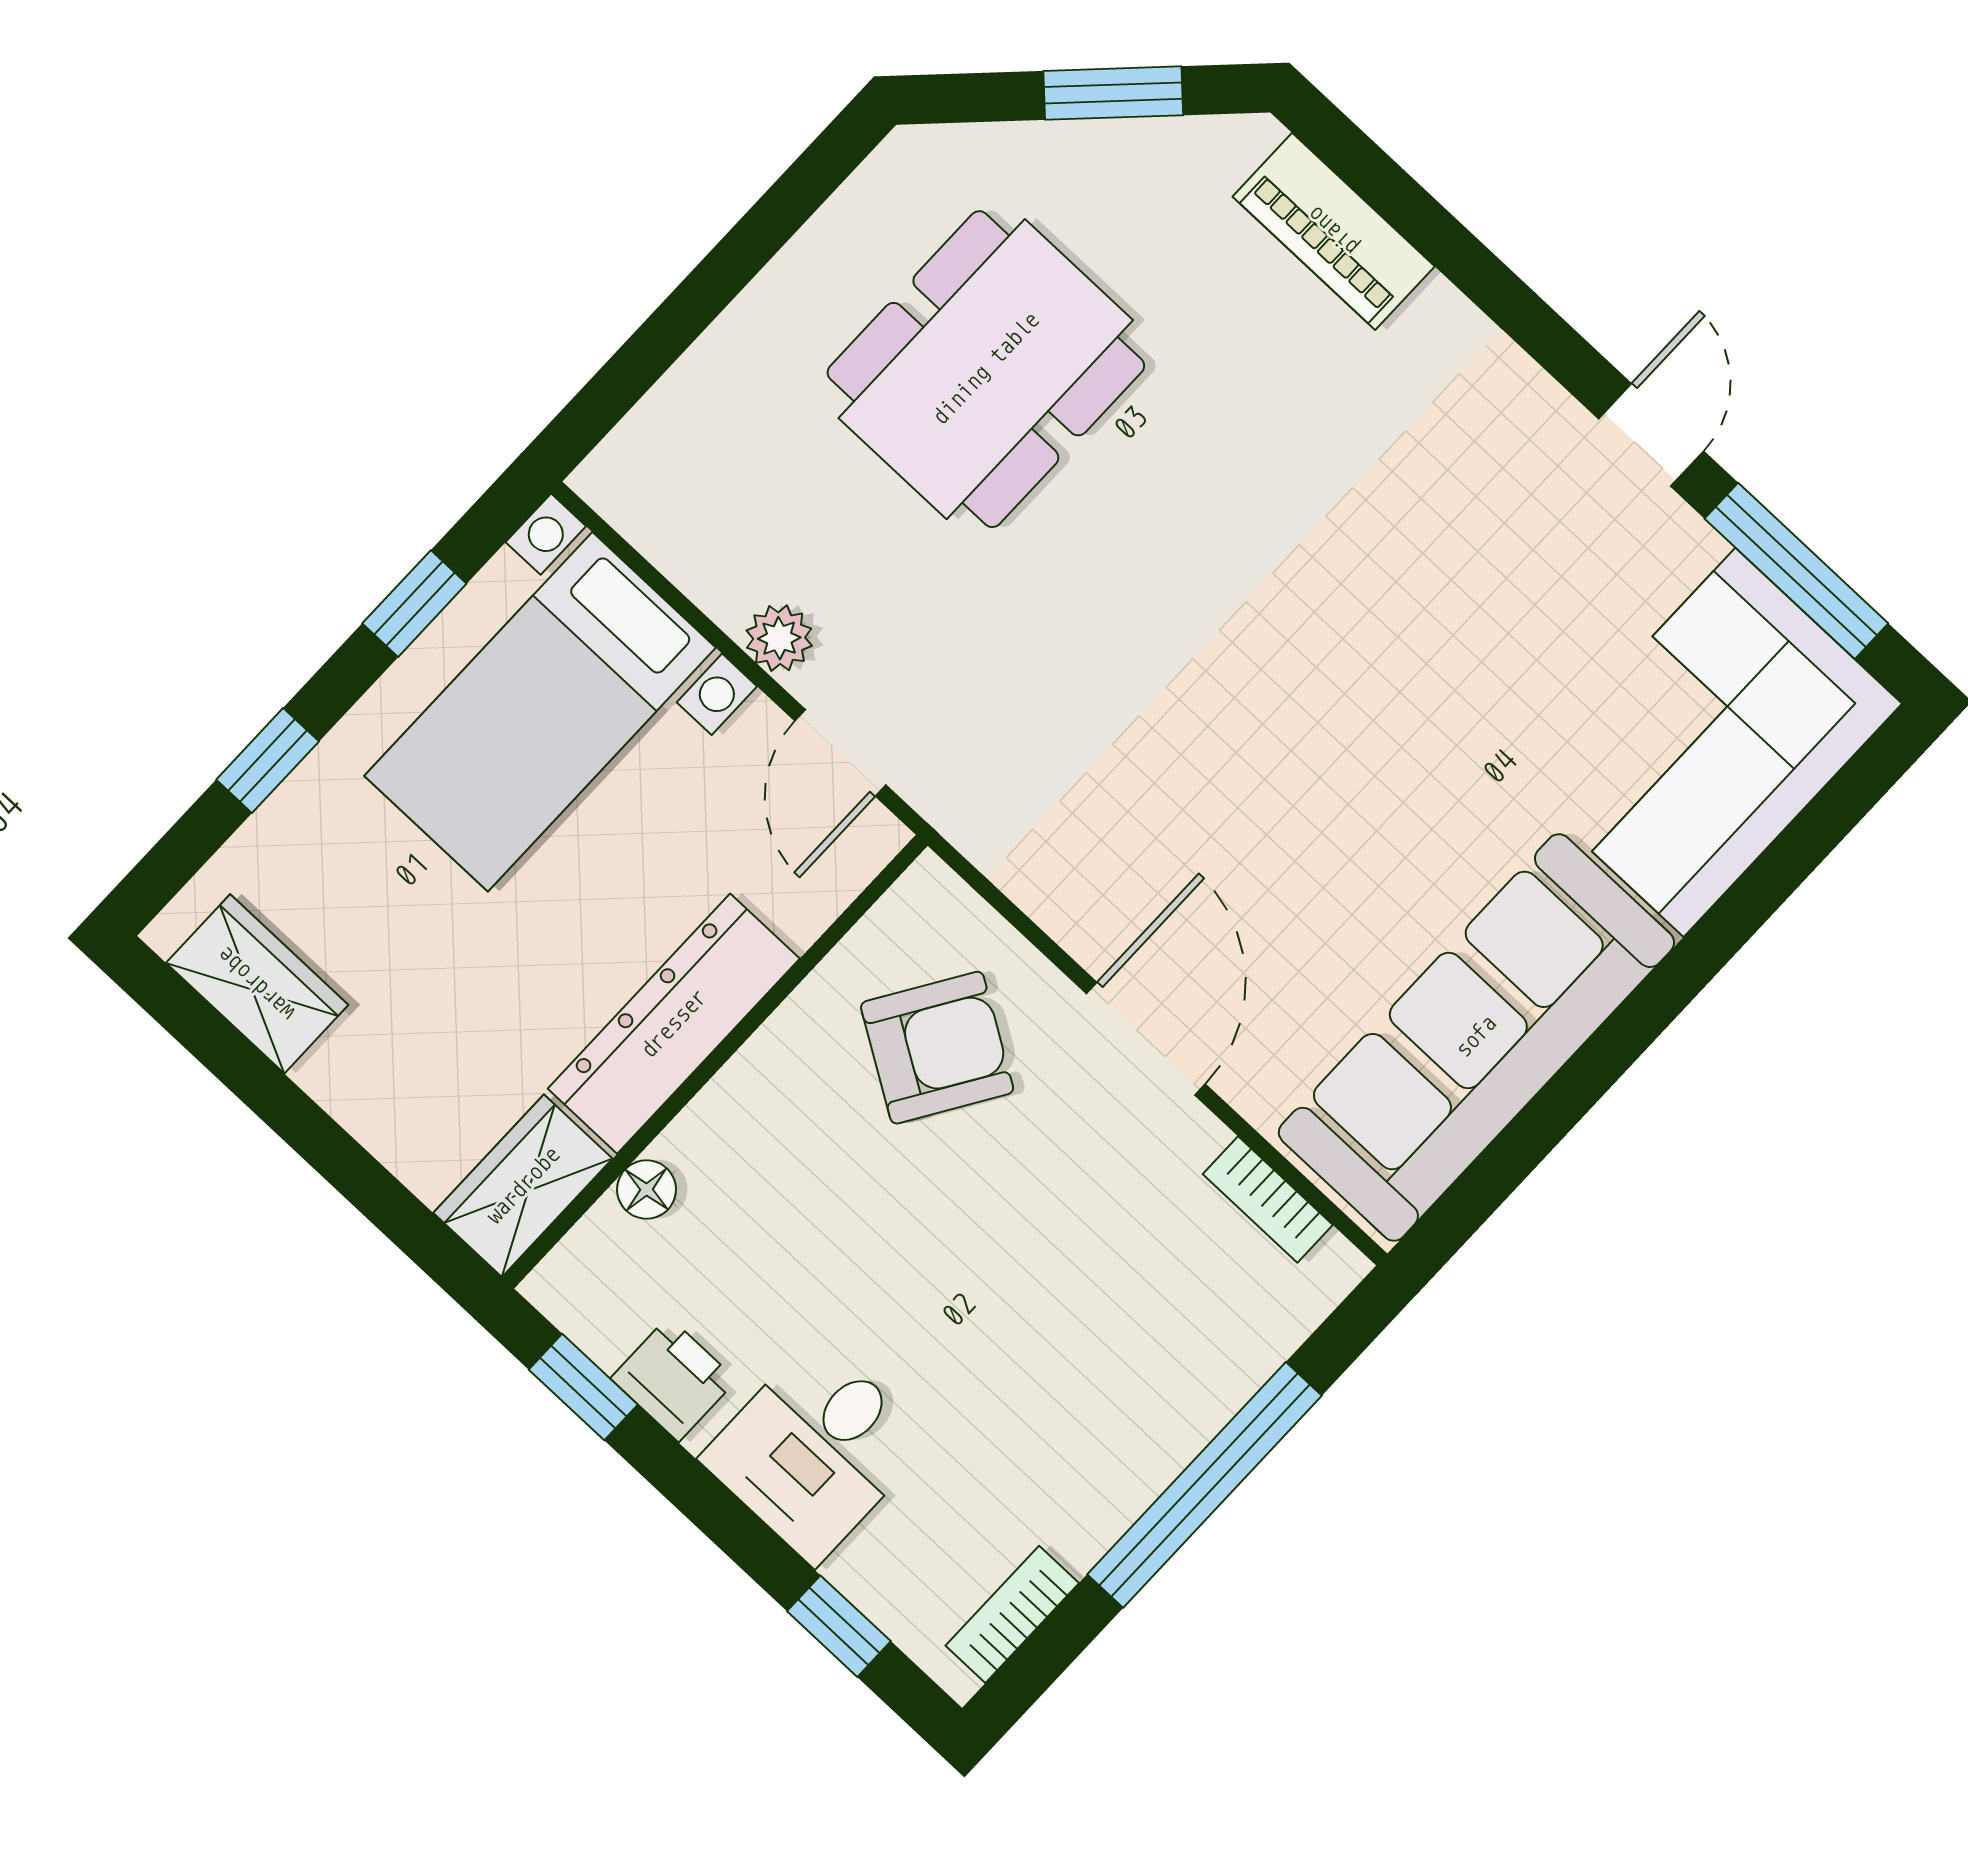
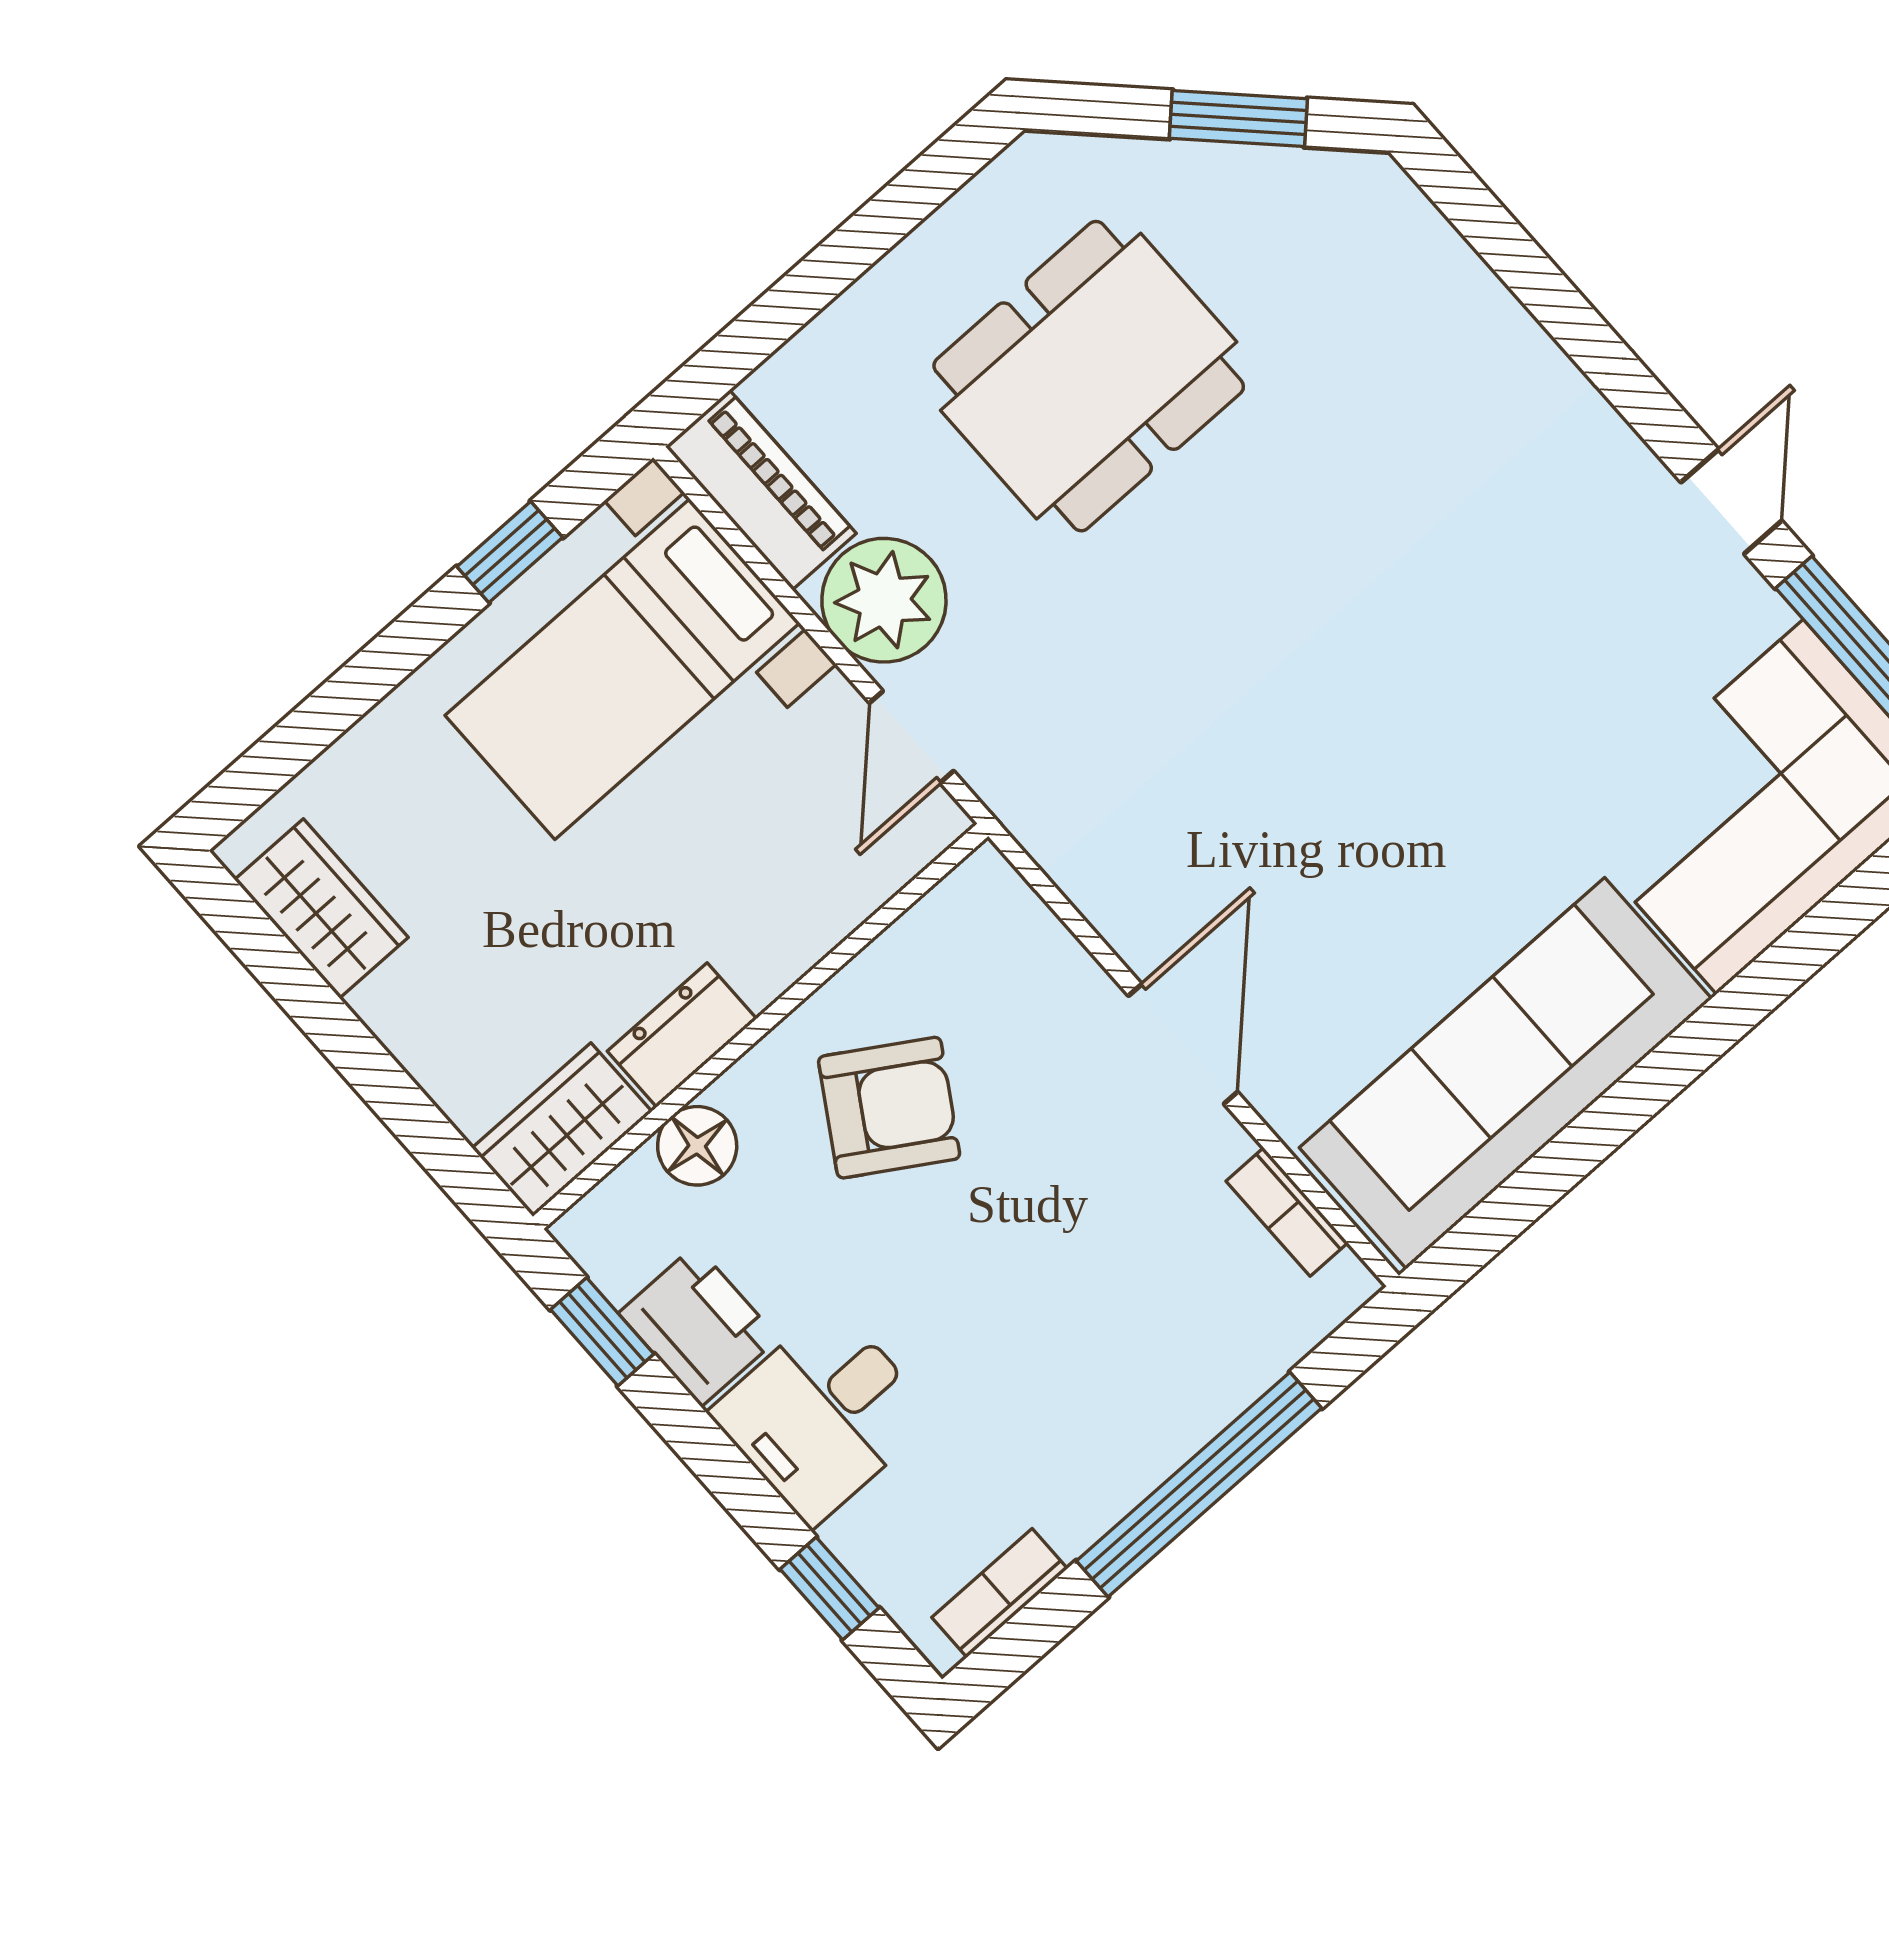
piano: (1334, 231) -> (761, 490), moved, turned 180
plant: (779, 638) -> (884, 600), width x1.87, depth x1.87
window: (268, 760) -> (352, 692), removed
dresser: (674, 1024) -> (682, 1035), width x0.51, depth x0.80
armchair: (937, 1048) -> (889, 1108), moved
floor lamp: (647, 1189) -> (697, 1146), width x1.37, depth x1.37
printer: (673, 1379) -> (698, 1326), width x1.36, depth x1.24

